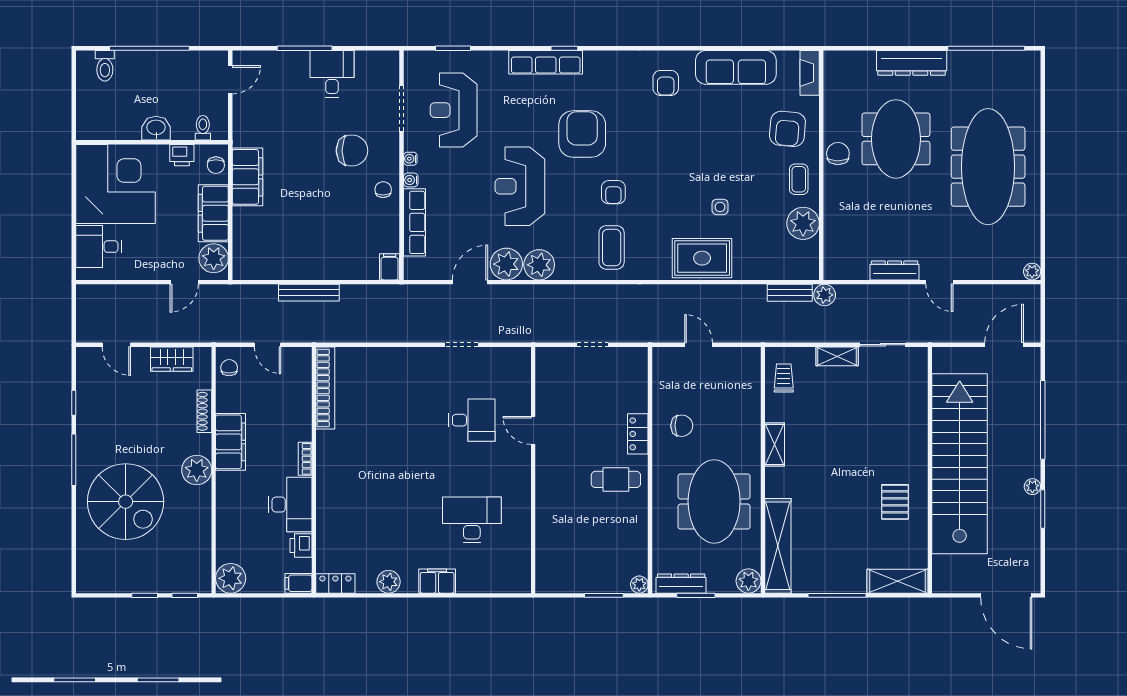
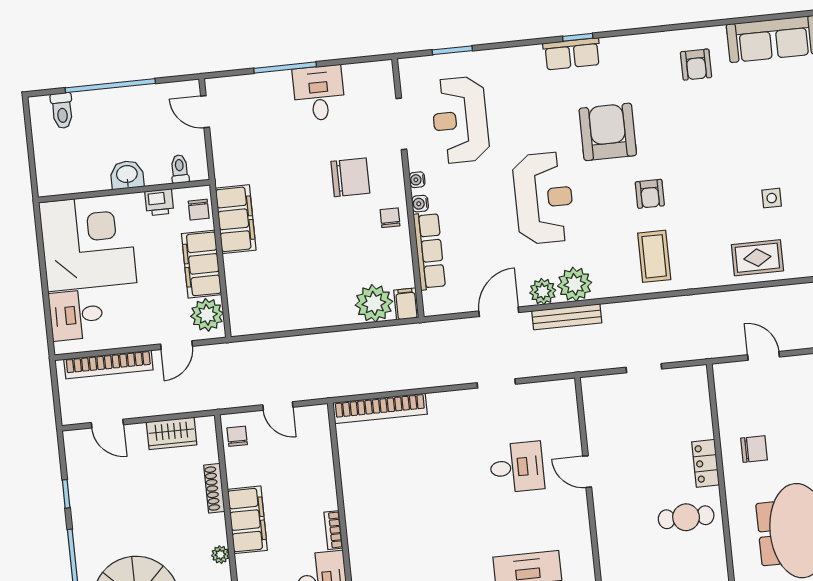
row of seats: (546, 62) -> (572, 54), width x0.68
door: (230, 80) -> (205, 112), swing flipped
reception desk: (520, 186) -> (544, 198), turned 180
rug: (702, 258) -> (757, 258), width x0.73, depth x0.70
plant: (361, 263) -> (374, 303), added
plant: (506, 264) -> (543, 292), width x0.73, depth x0.73
bookcase: (123, 293) -> (108, 365), added
bench: (309, 293) -> (567, 317), moved
bookcase: (325, 388) -> (380, 408), moved, turned 90
plant: (197, 470) -> (220, 555), width x0.53, depth x0.53

